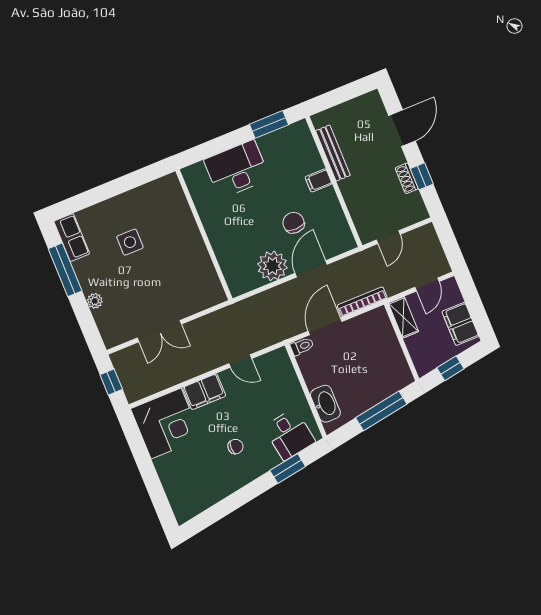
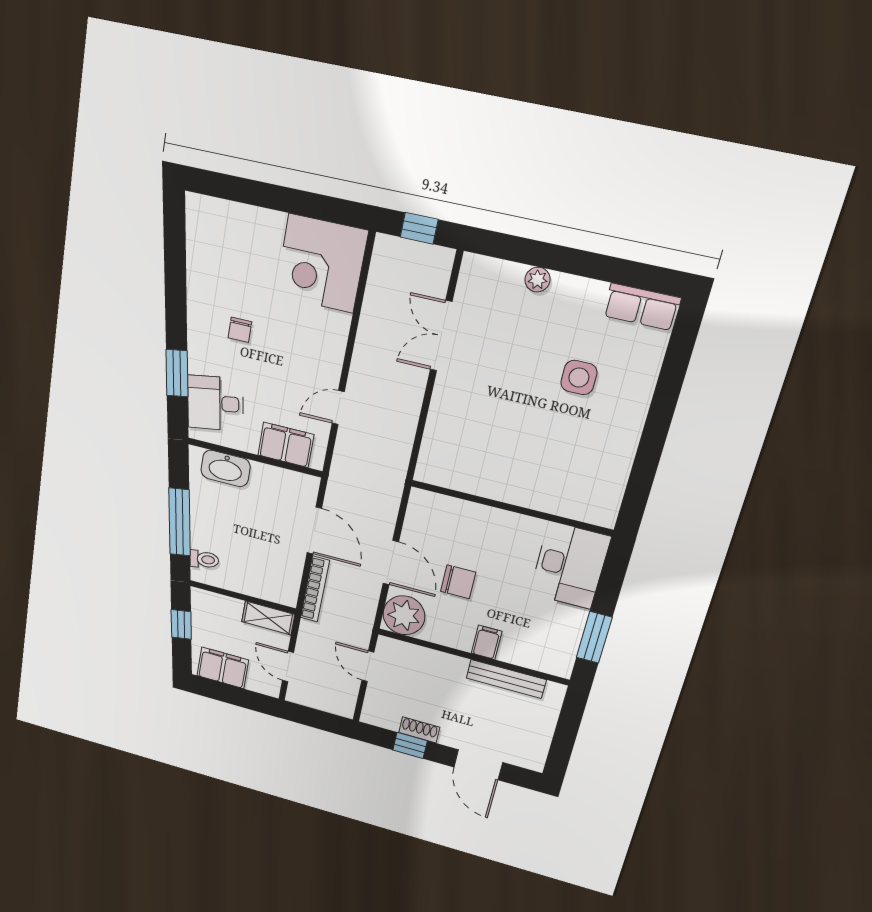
wall: (204, 235) -> (511, 508), moved
plant: (272, 266) -> (404, 615), moved
window: (65, 270) -> (606, 268), removed
toilet: (302, 346) -> (204, 559), moved, turned -99
filing cabinet: (204, 392) -> (286, 445), moved, turned 90

